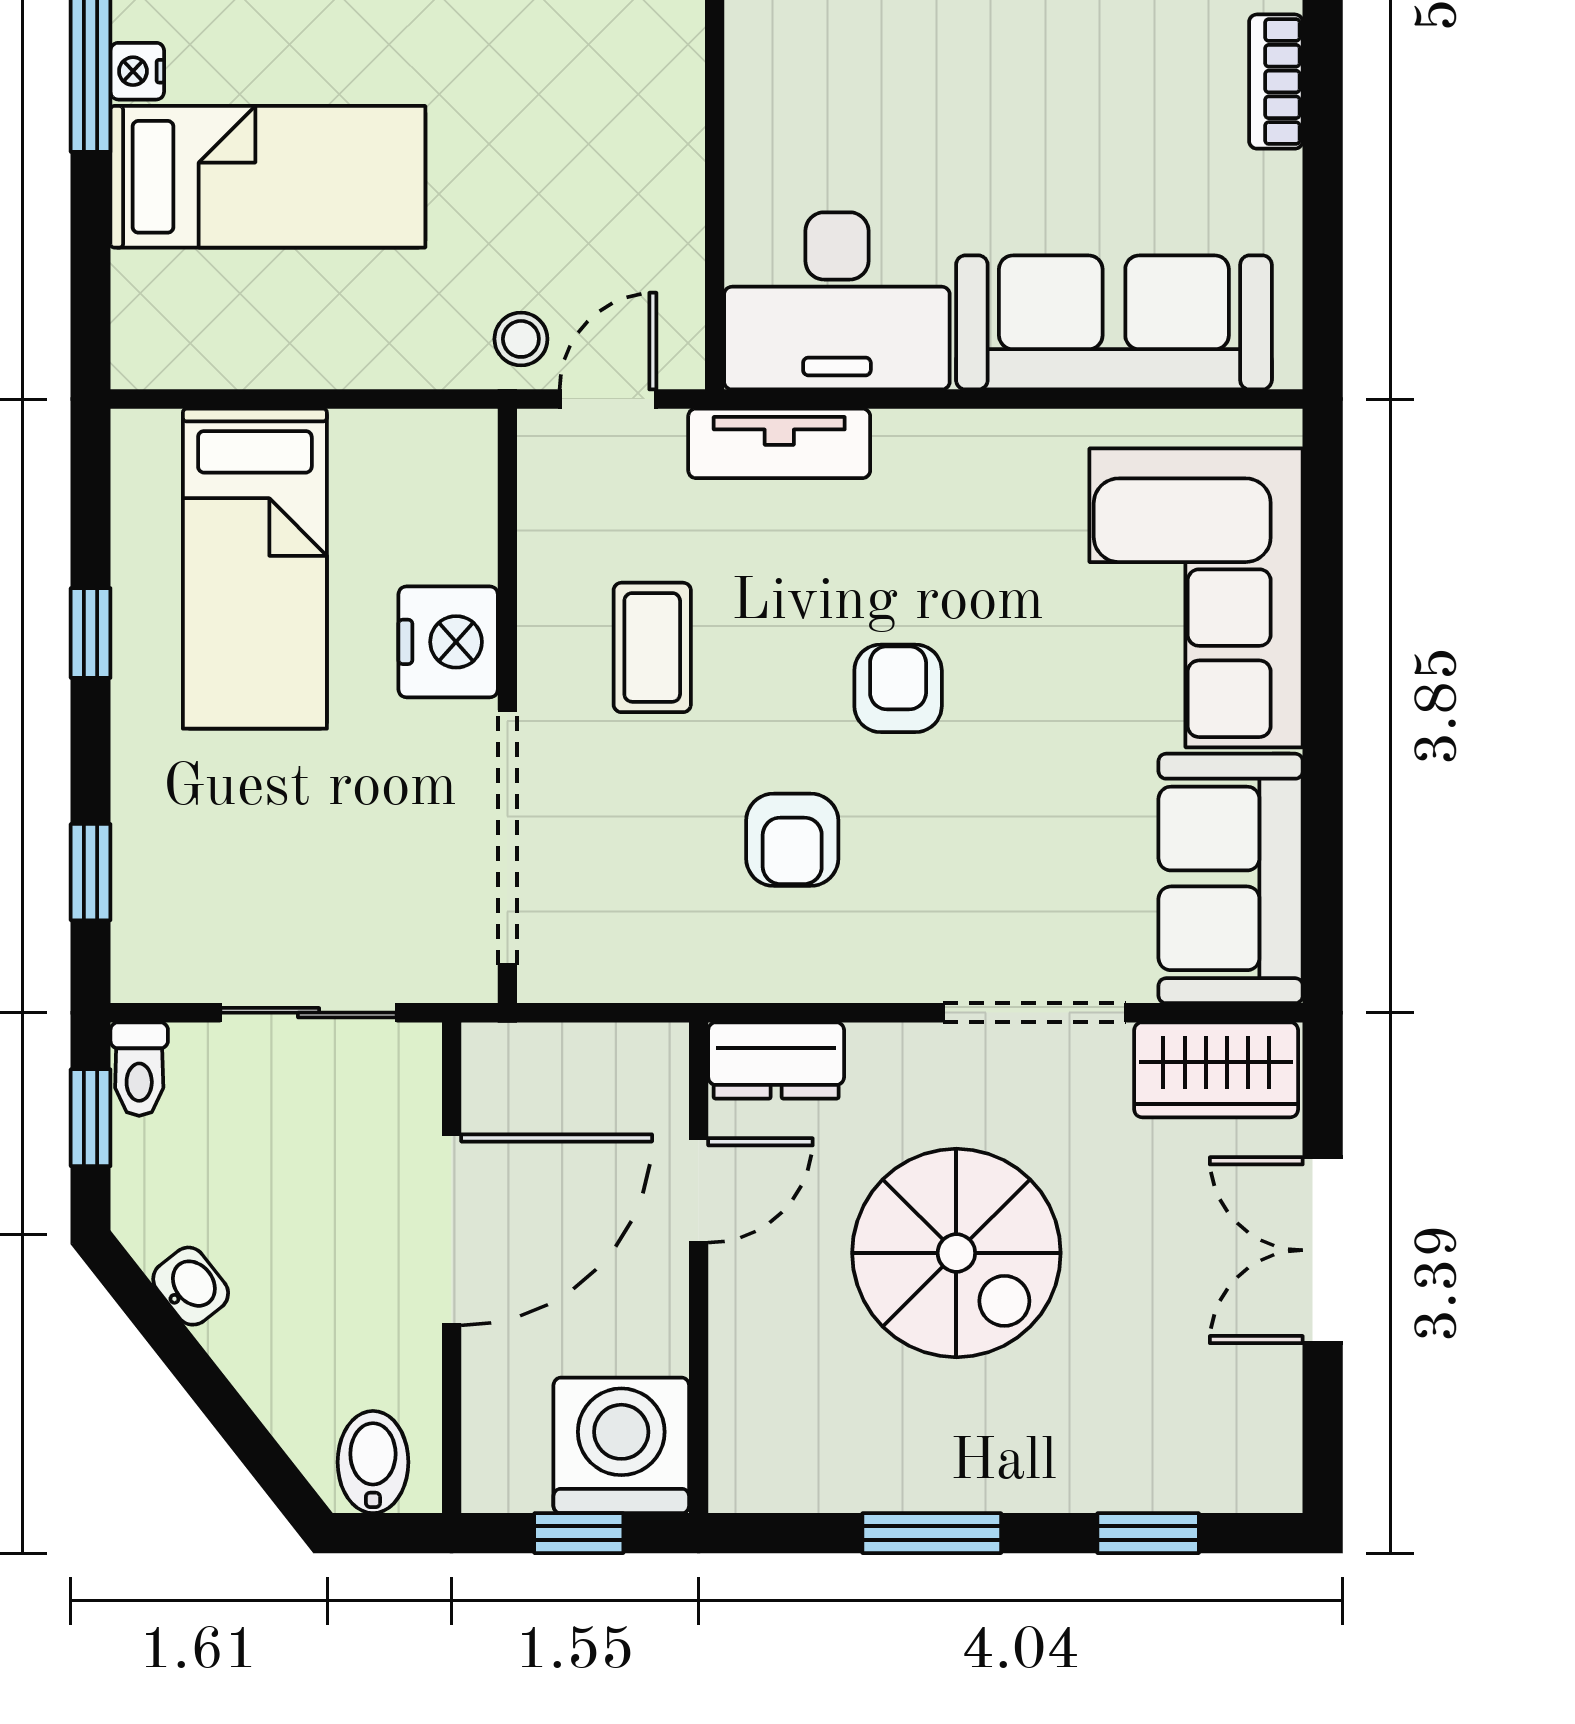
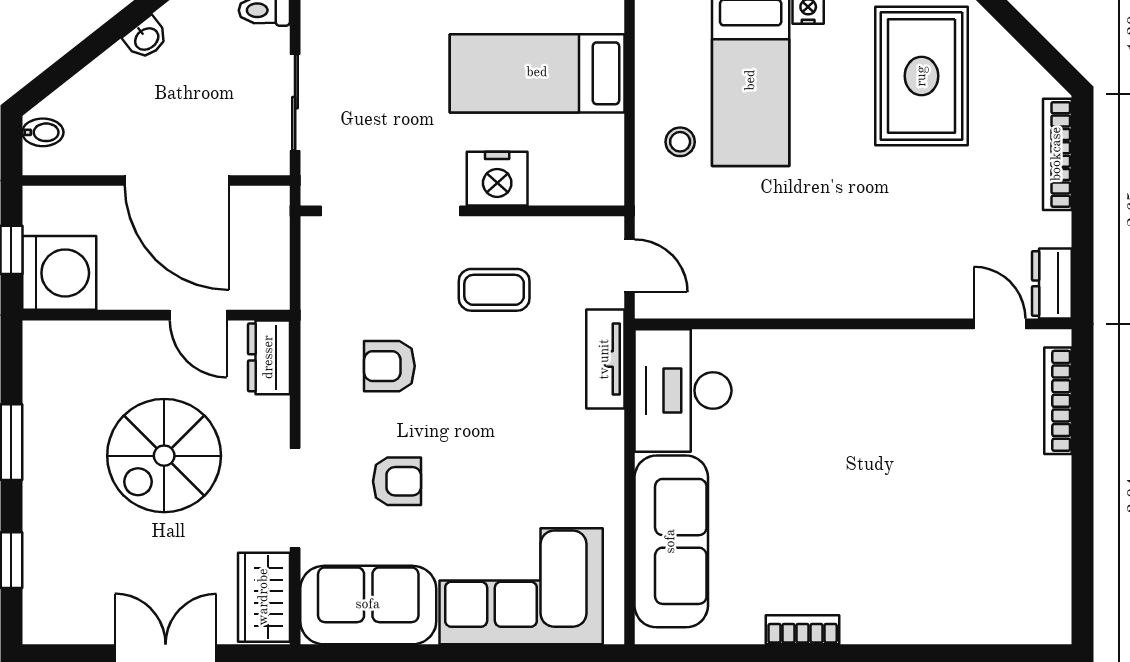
stool: (521, 339) -> (680, 142), moved
armchair: (898, 688) -> (397, 481), moved
bidet: (373, 1462) -> (43, 132), width x0.72, depth x0.74

